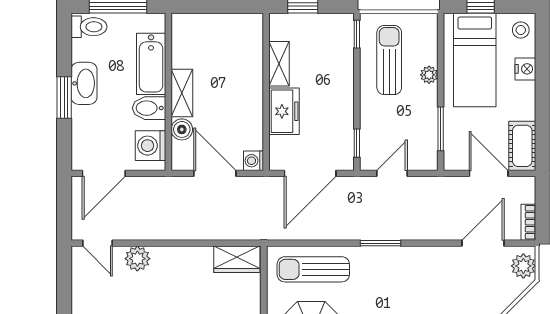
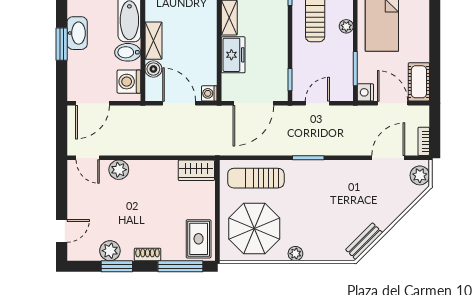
nightstand: (525, 69) -> (365, 92), moved, turned 180

